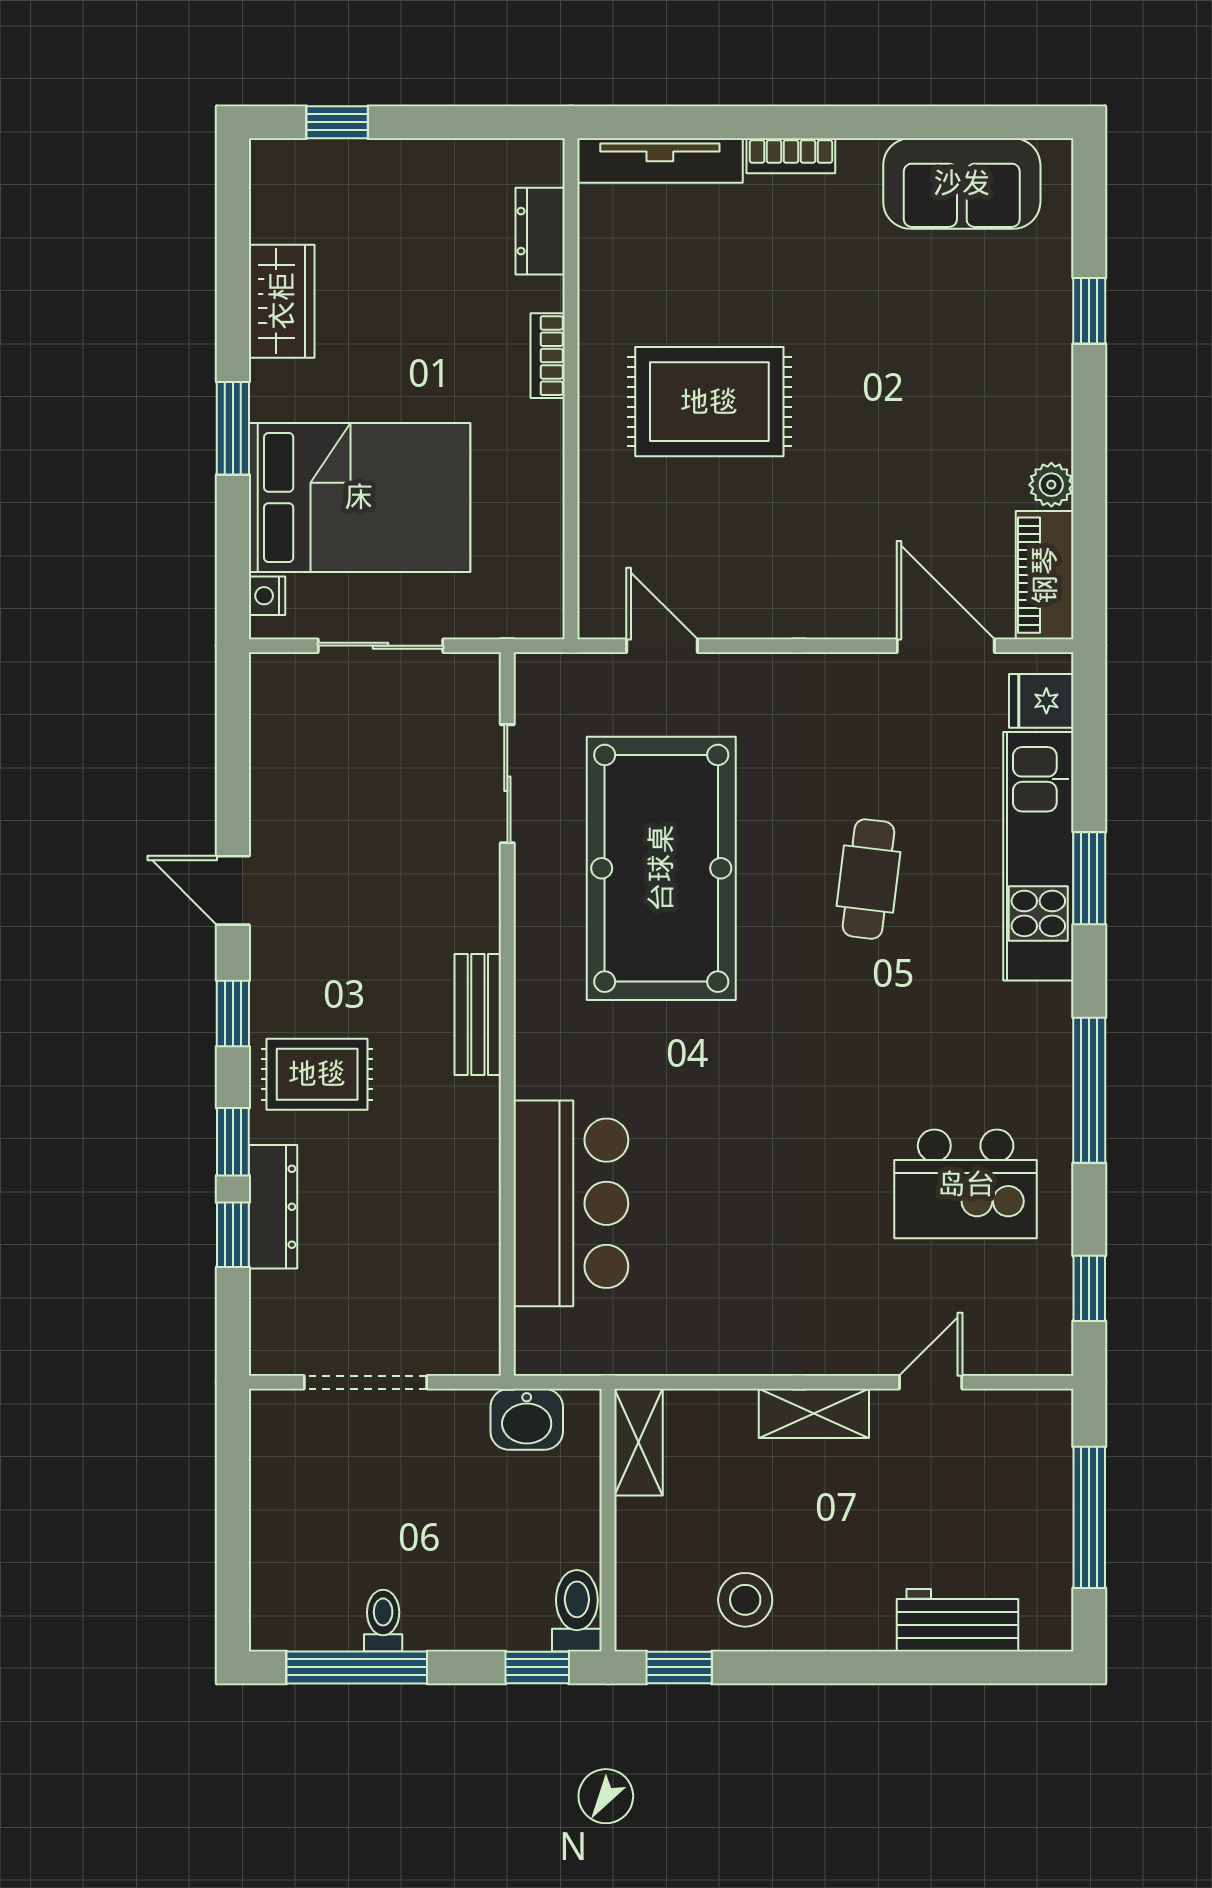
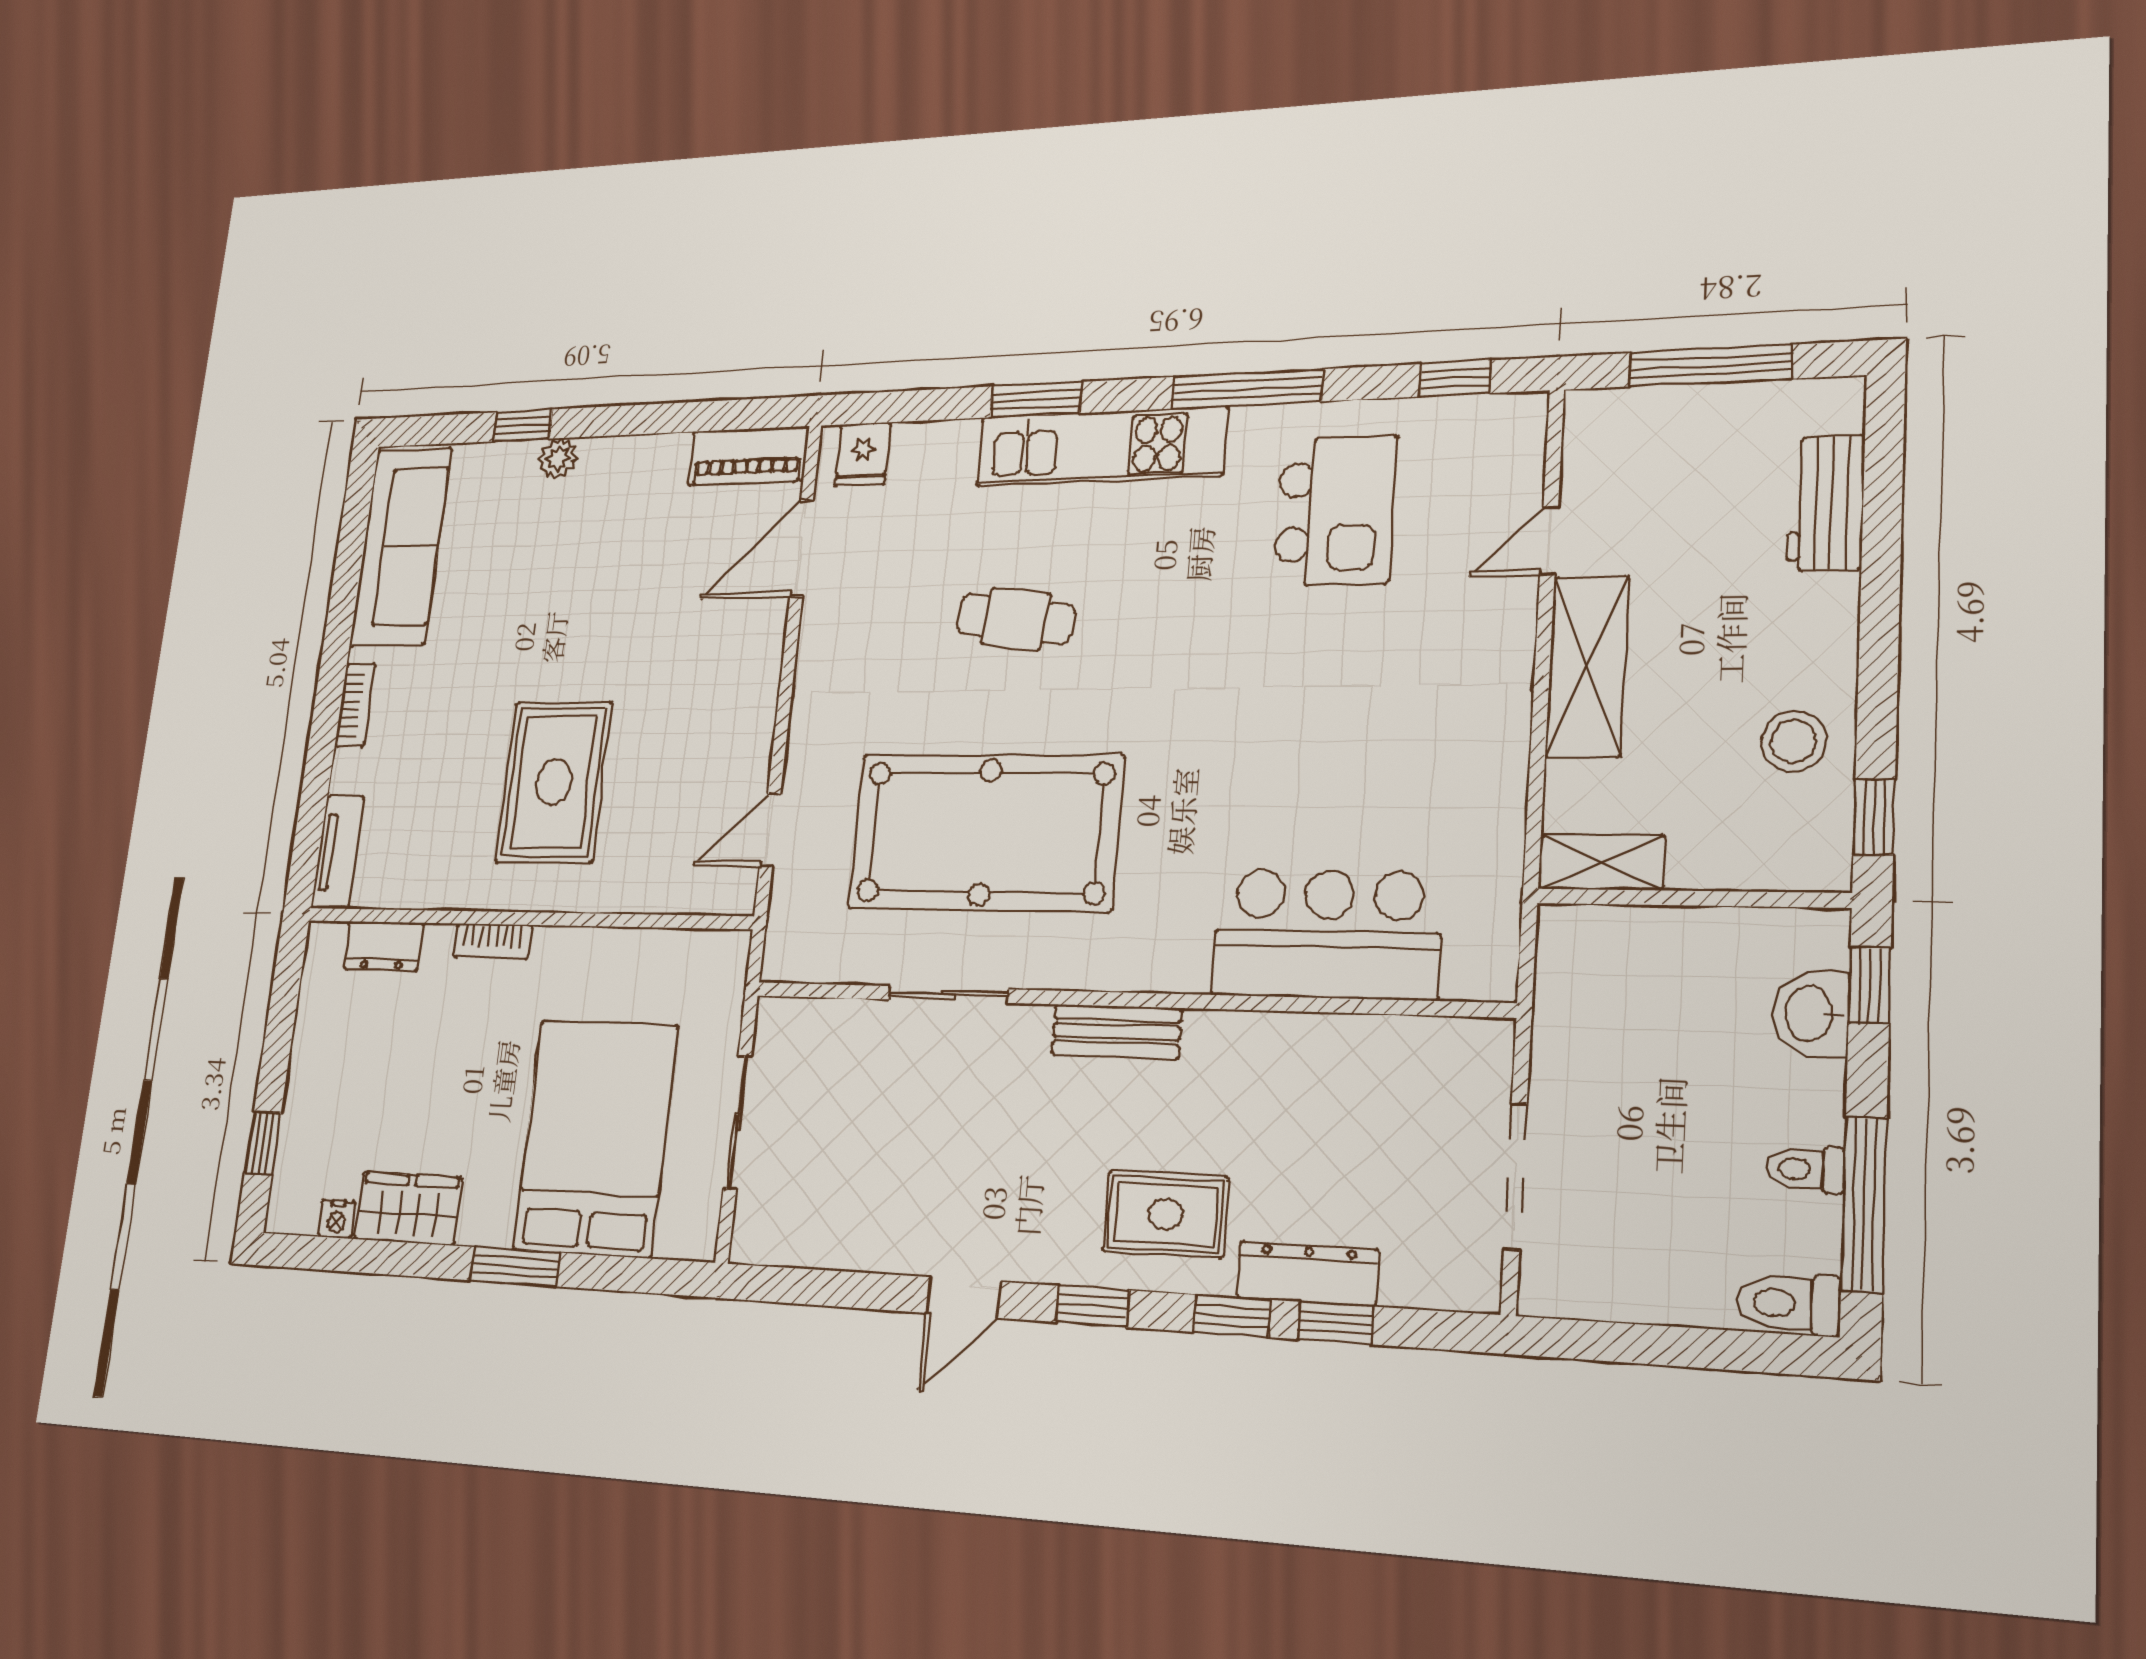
tv unit: (660, 160) -> (338, 852), width x0.71
sofa: (962, 183) -> (401, 546), width x1.36
plant: (1051, 485) -> (558, 458), moved
nightstand: (267, 596) -> (337, 1219), moved
sliding door: (507, 784) -> (948, 994), moved
kitchen unit: (1038, 856) -> (1101, 447), moved
rug: (317, 1074) -> (1165, 1214), turned 90
door: (931, 1382) -> (1549, 541), hinge flipped
shelving: (814, 1413) -> (1587, 667), width x1.50, depth x1.33
washbasin: (527, 1419) -> (1811, 1014), moved, turned 180
toilet: (577, 1611) -> (1789, 1303), moved

